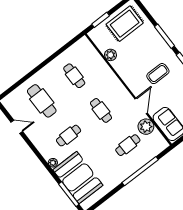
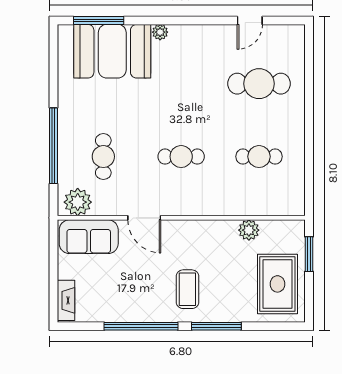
coffee table: (158, 74) -> (187, 289), moved
plant: (146, 127) -> (78, 202), moved
cafe table: (69, 136) -> (181, 84), removed

